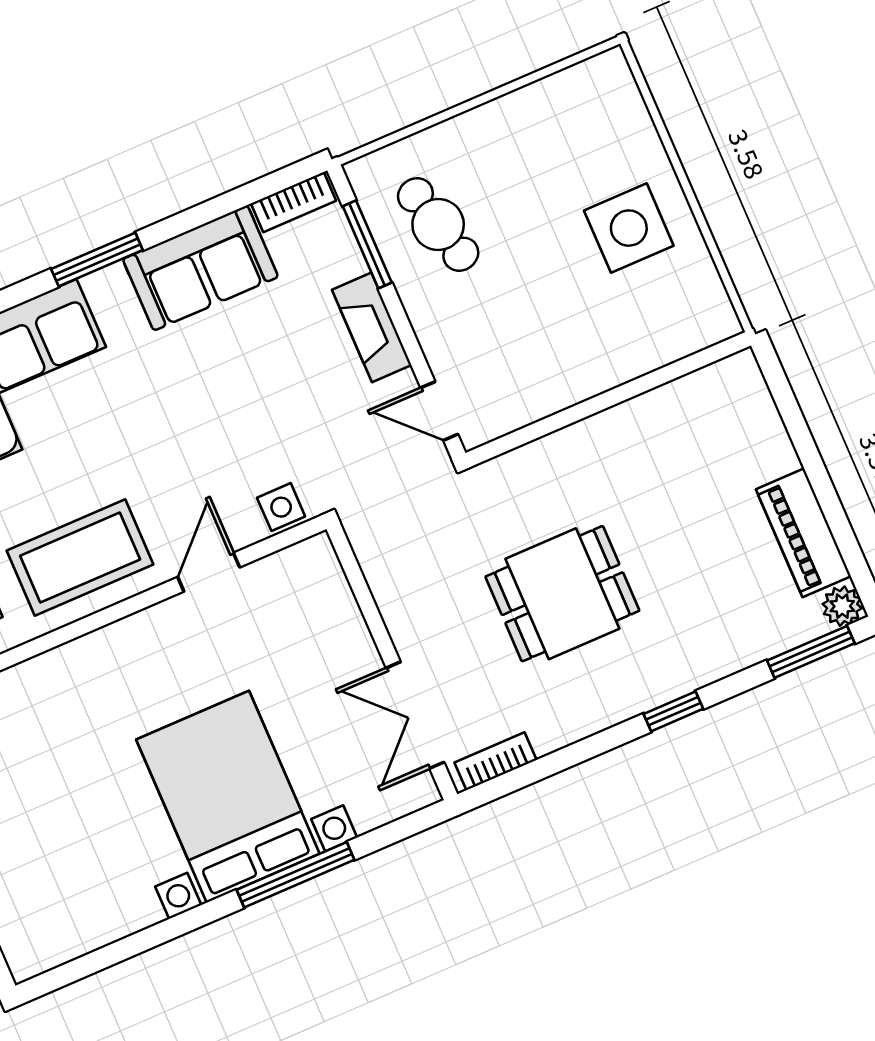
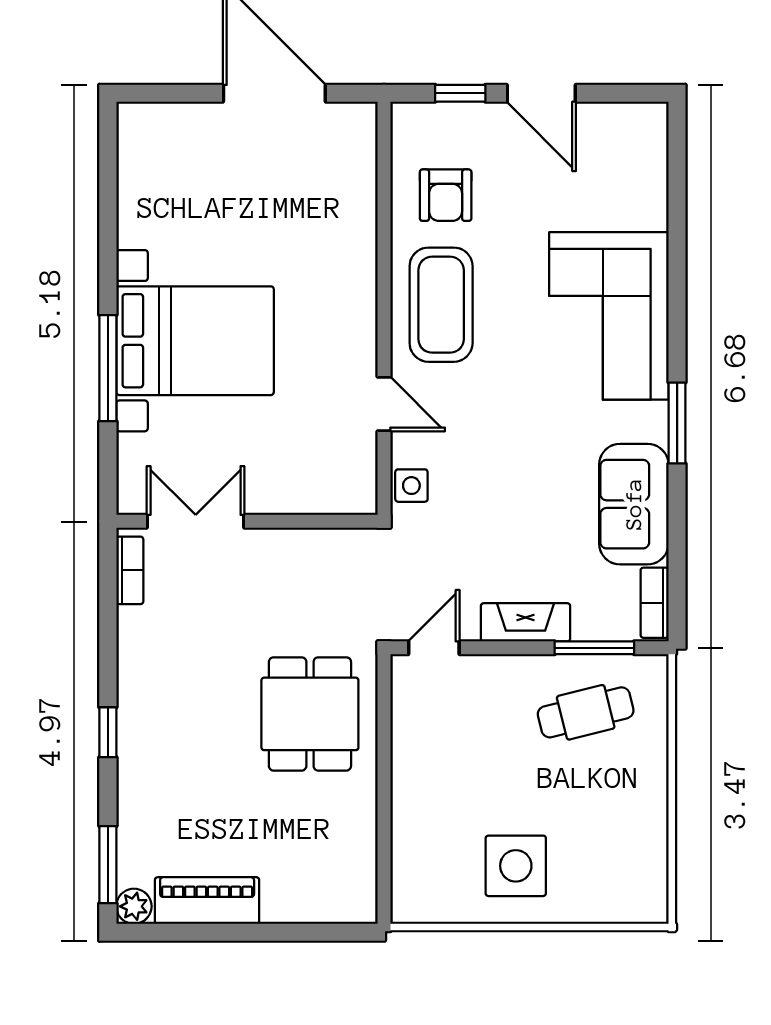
dining table: (562, 594) -> (310, 714), moved

